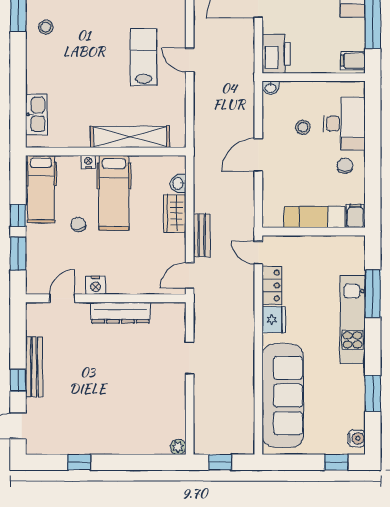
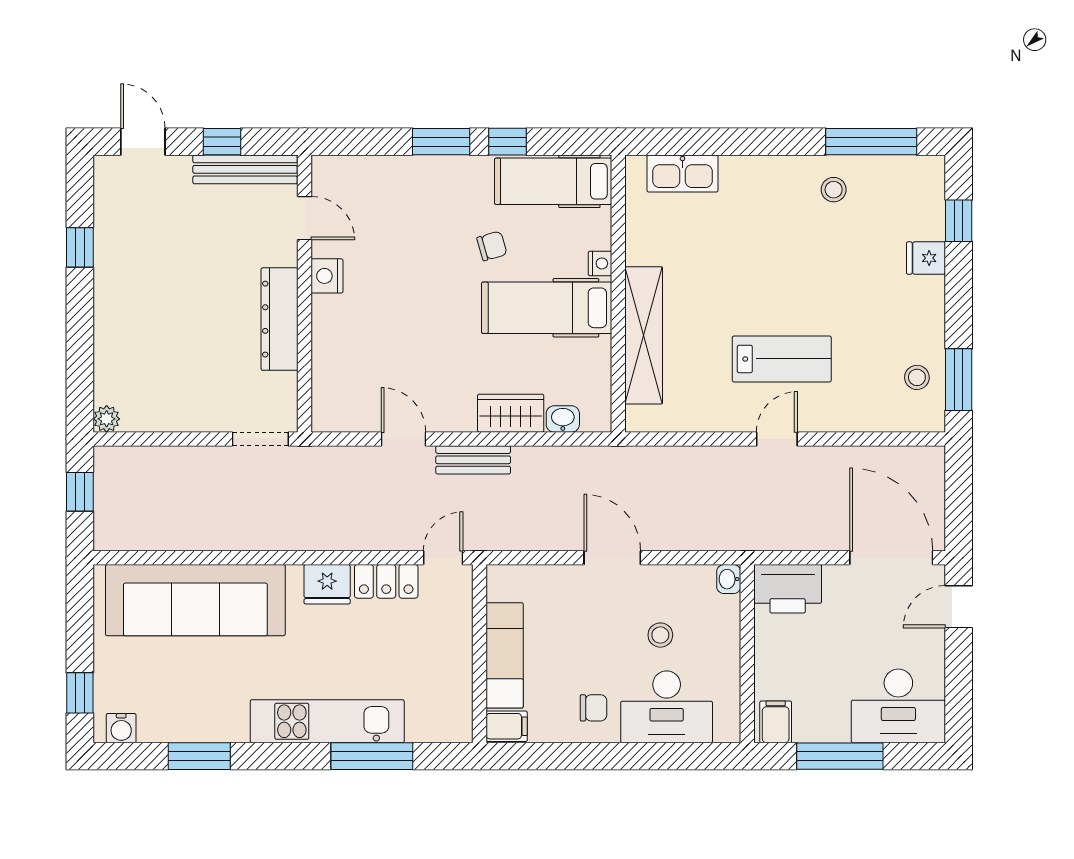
nightstand: (96, 285) -> (327, 276), moved
door: (62, 298) -> (304, 218), moved
wall: (106, 298) -> (304, 294), moved
dresser: (121, 313) -> (280, 319), moved

